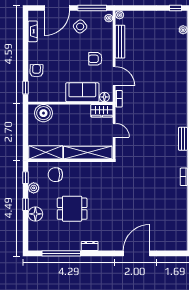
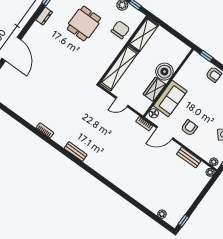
bench: (120, 42) -> (189, 157), width x0.73
wardrobe: (102, 111) -> (154, 89), moved
boiler: (43, 113) -> (164, 72), moved

